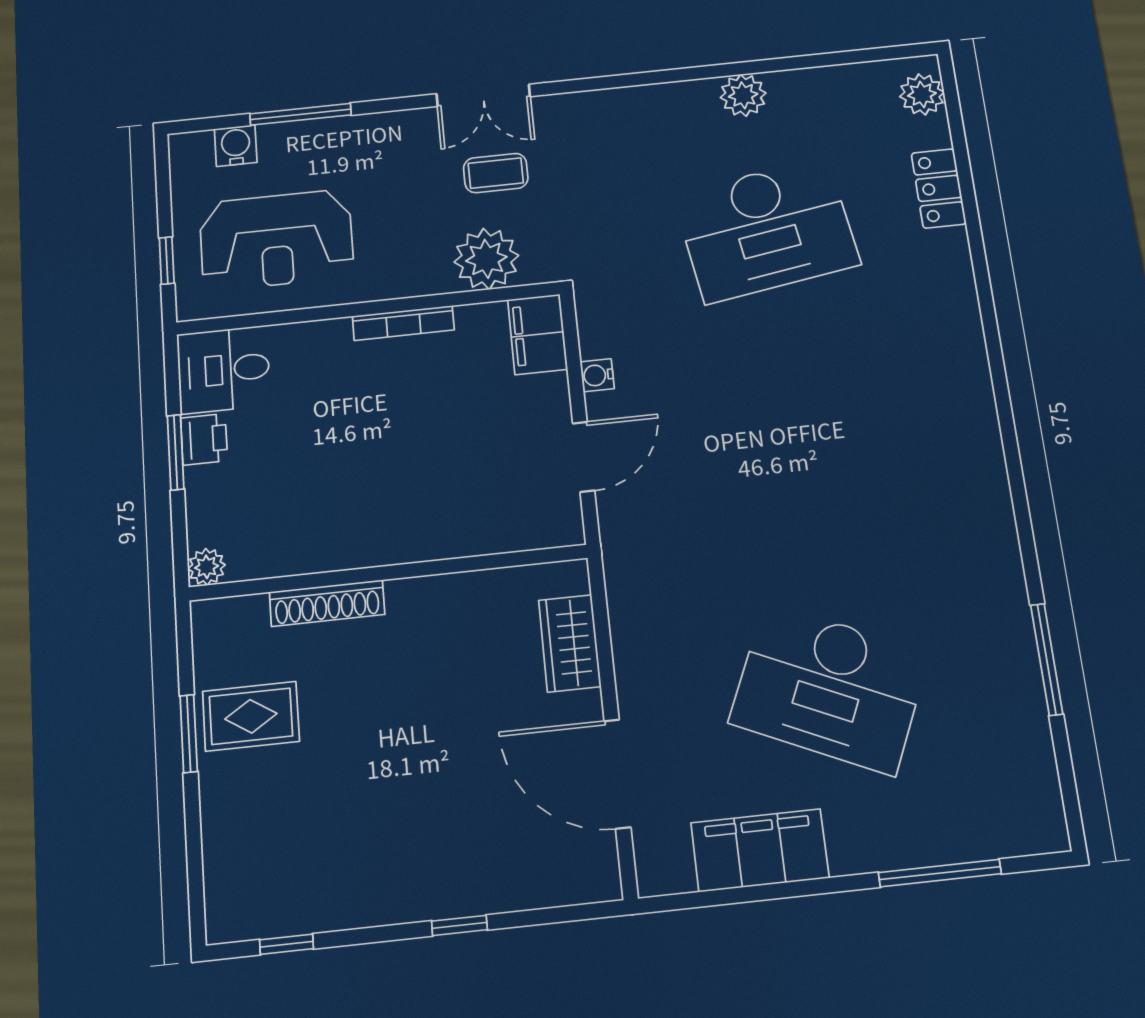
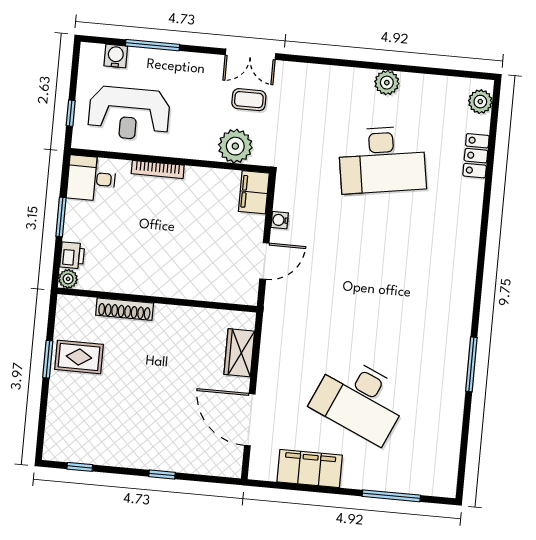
bookcase: (403, 323) -> (158, 169), moved
printer: (204, 439) -> (72, 255), moved
window: (1047, 659) -> (471, 364), moved

